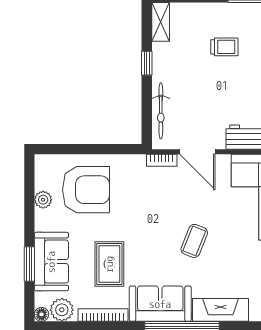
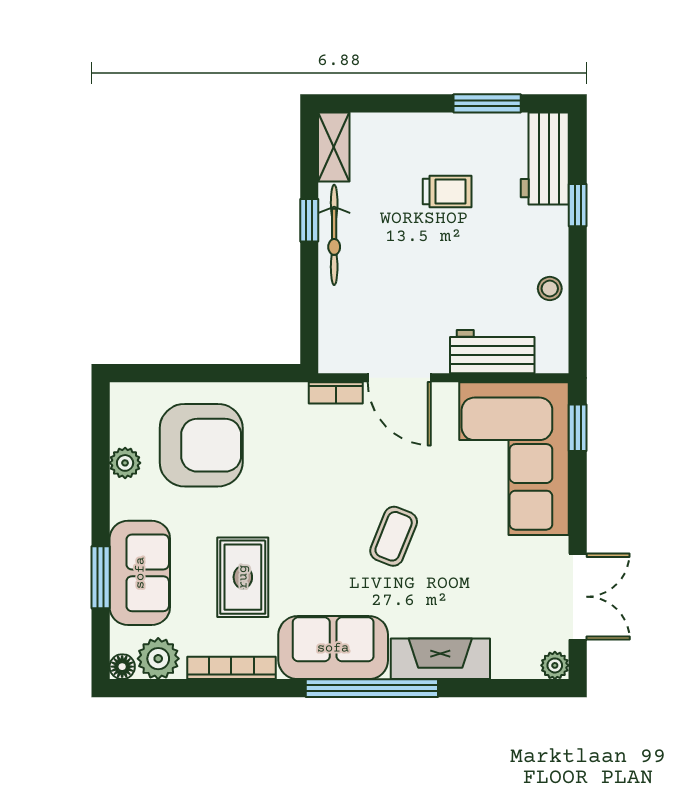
bicycle: (161, 111) -> (334, 235), moved

